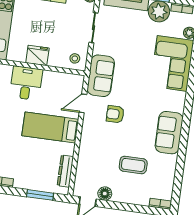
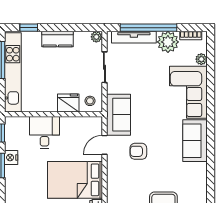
fridge: (37, 55) -> (68, 103), moved
bed: (50, 127) -> (75, 180), width x1.50
sofa: (169, 133) -> (195, 141), moved

